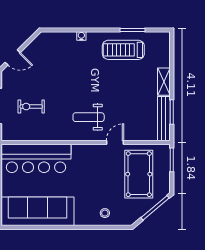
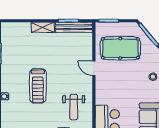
treadmill: (123, 50) -> (38, 86), moved
weight bench: (89, 117) -> (74, 107), moved

